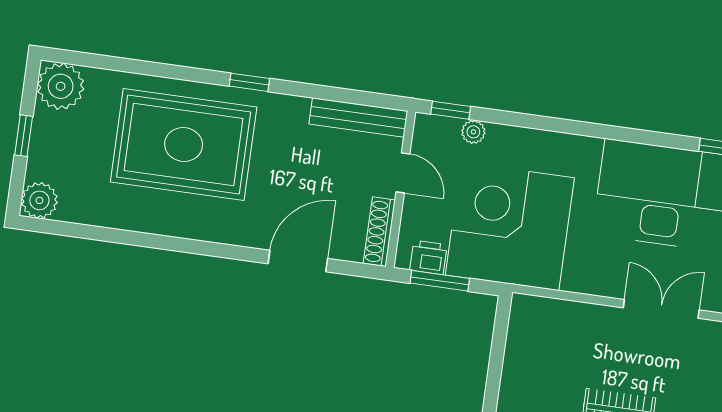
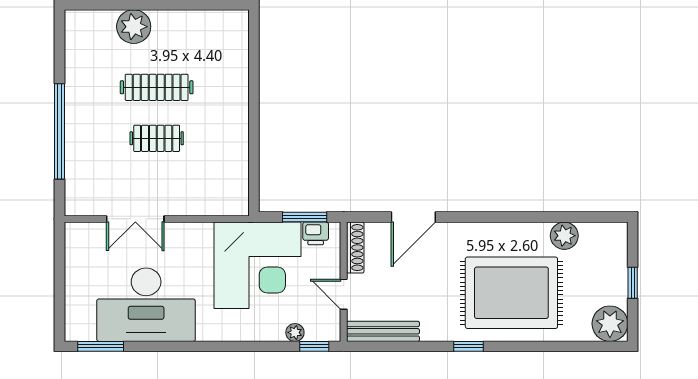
plant: (39, 200) -> (564, 236), moved

